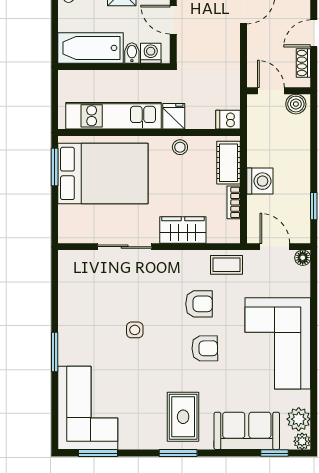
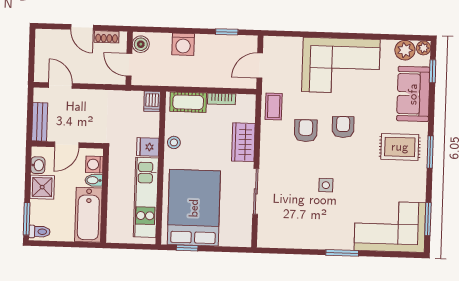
door: (271, 91) -> (129, 65), hinge flipped
window: (55, 167) -> (187, 248), width x0.67
washing machine: (260, 181) -> (183, 44), moved, turned 180
floor lamp: (303, 258) -> (270, 43), removed

